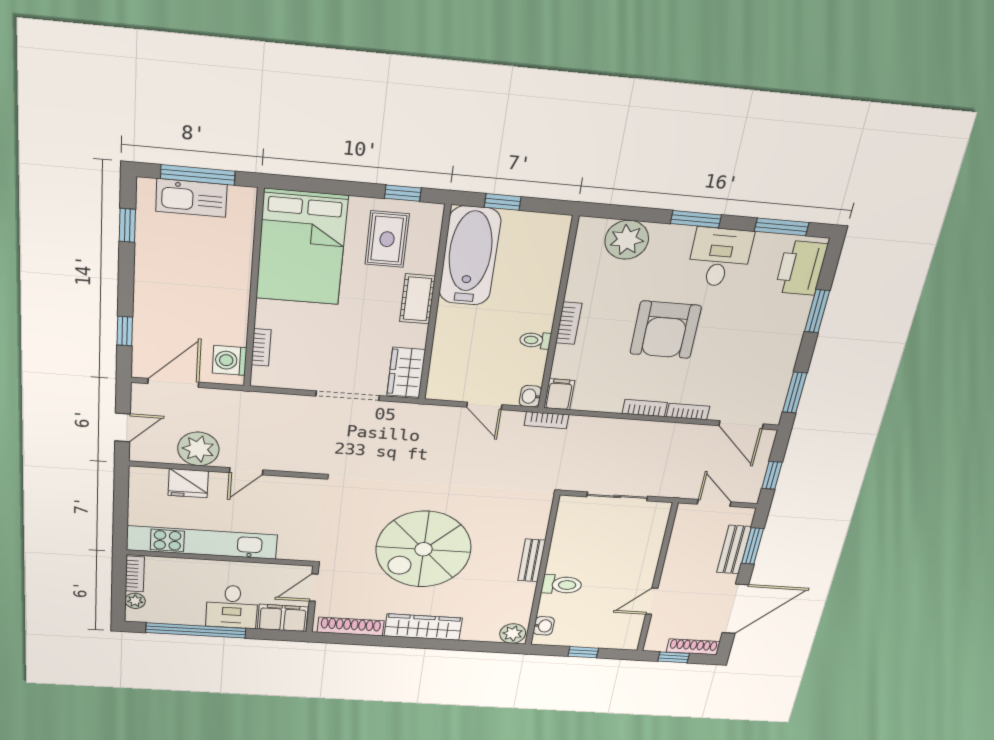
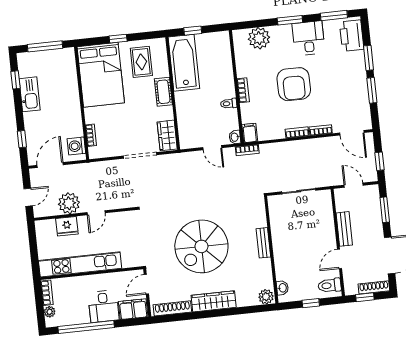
window: (403, 193) -> (118, 39), moved
kitchen sink: (191, 198) -> (30, 94), moved, turned -90
window: (795, 393) -> (372, 90), moved
bench: (734, 550) -> (344, 229), moved
toilet: (562, 585) -> (330, 285), moved, turned 180

